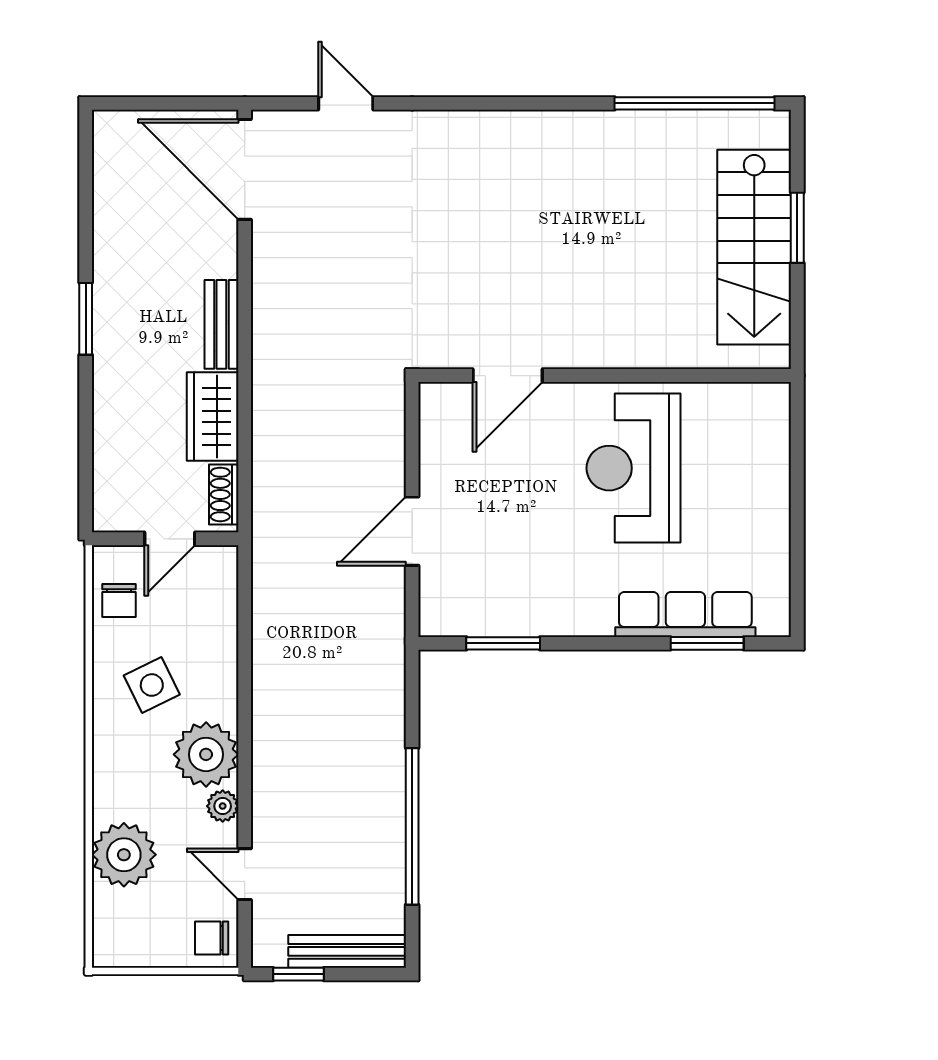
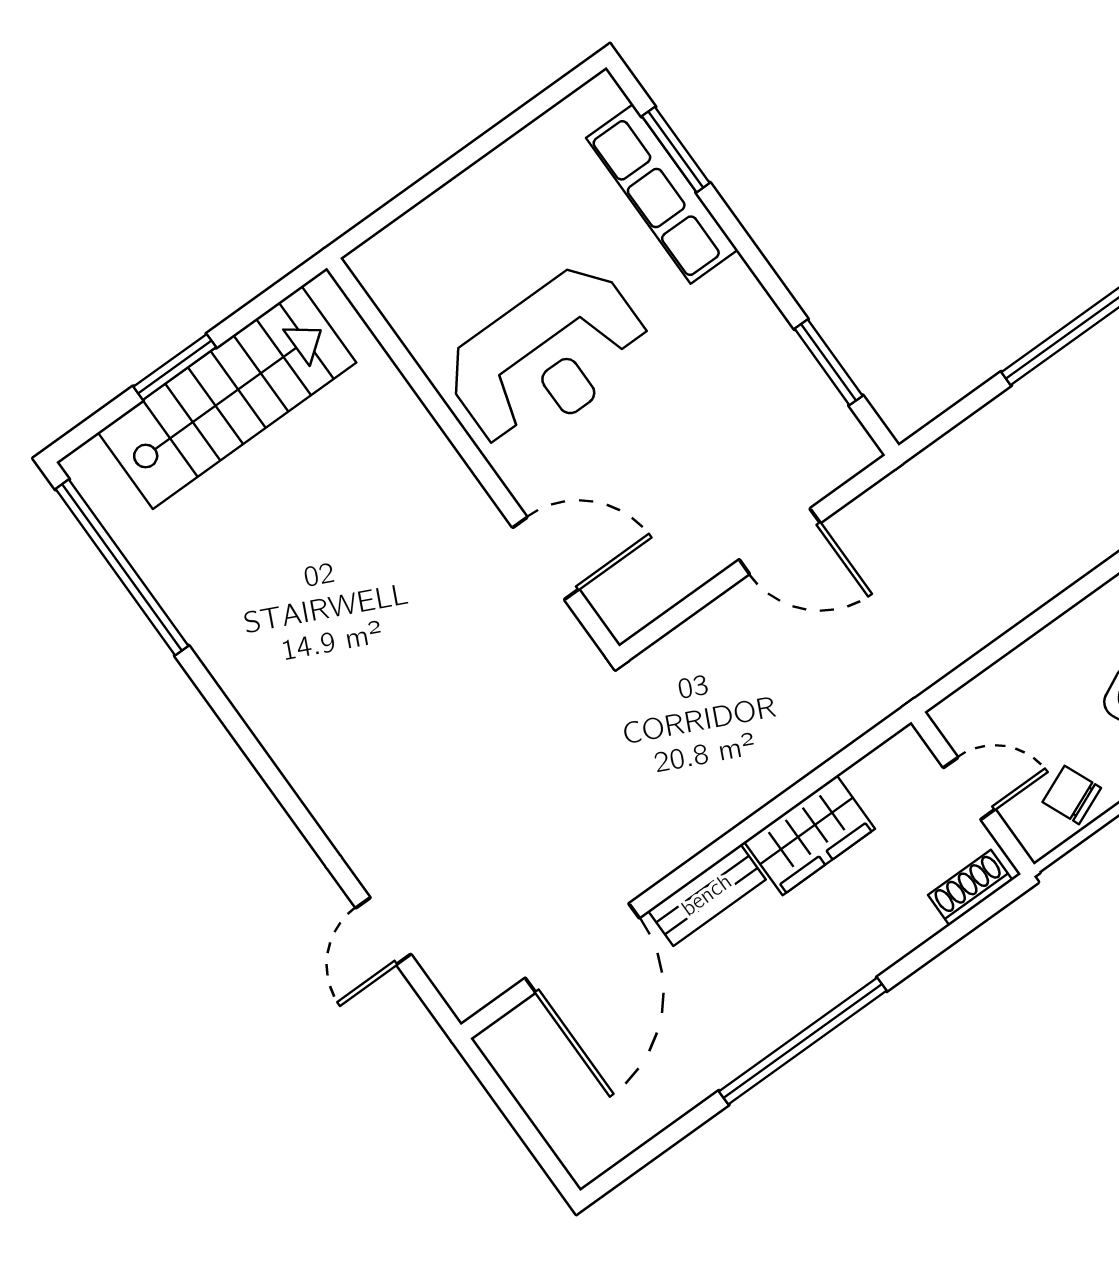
door: (245, 169) -> (582, 948), moved
window: (86, 319) -> (803, 1041), width x2.11
shoe rack: (224, 494) -> (970, 888), moved, turned 180
chair: (119, 601) -> (1072, 795), turned -113

